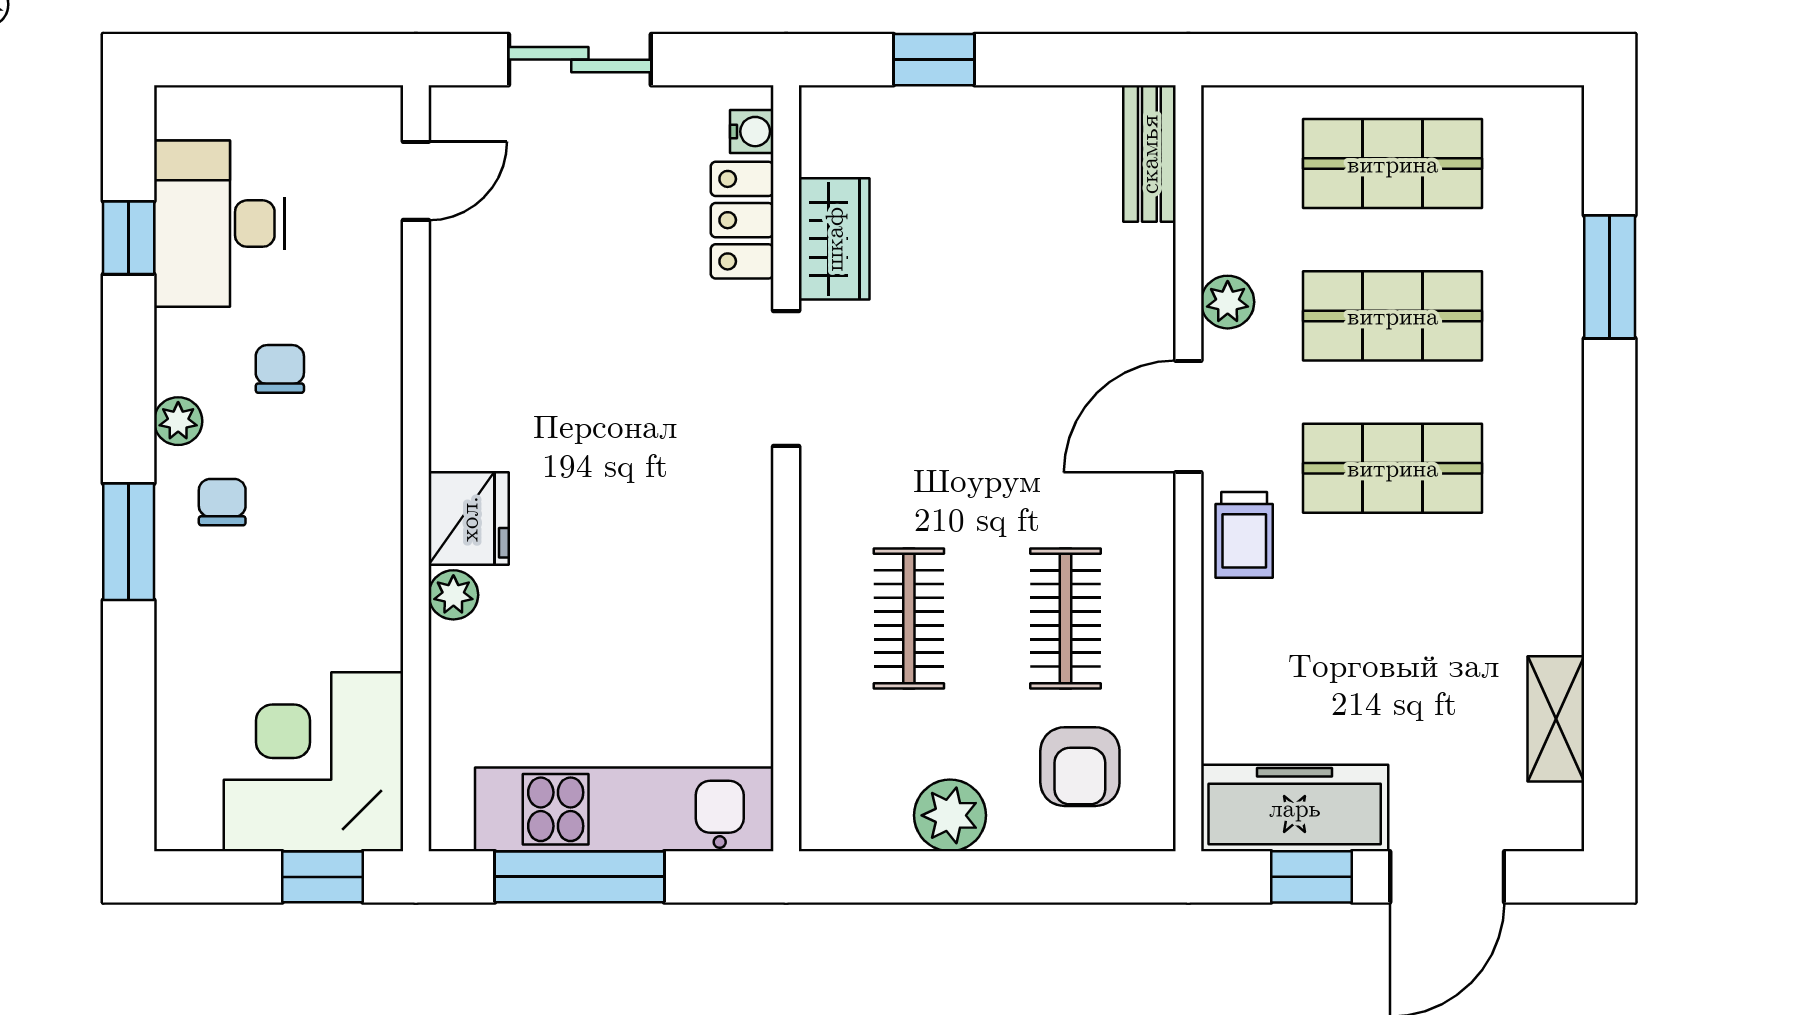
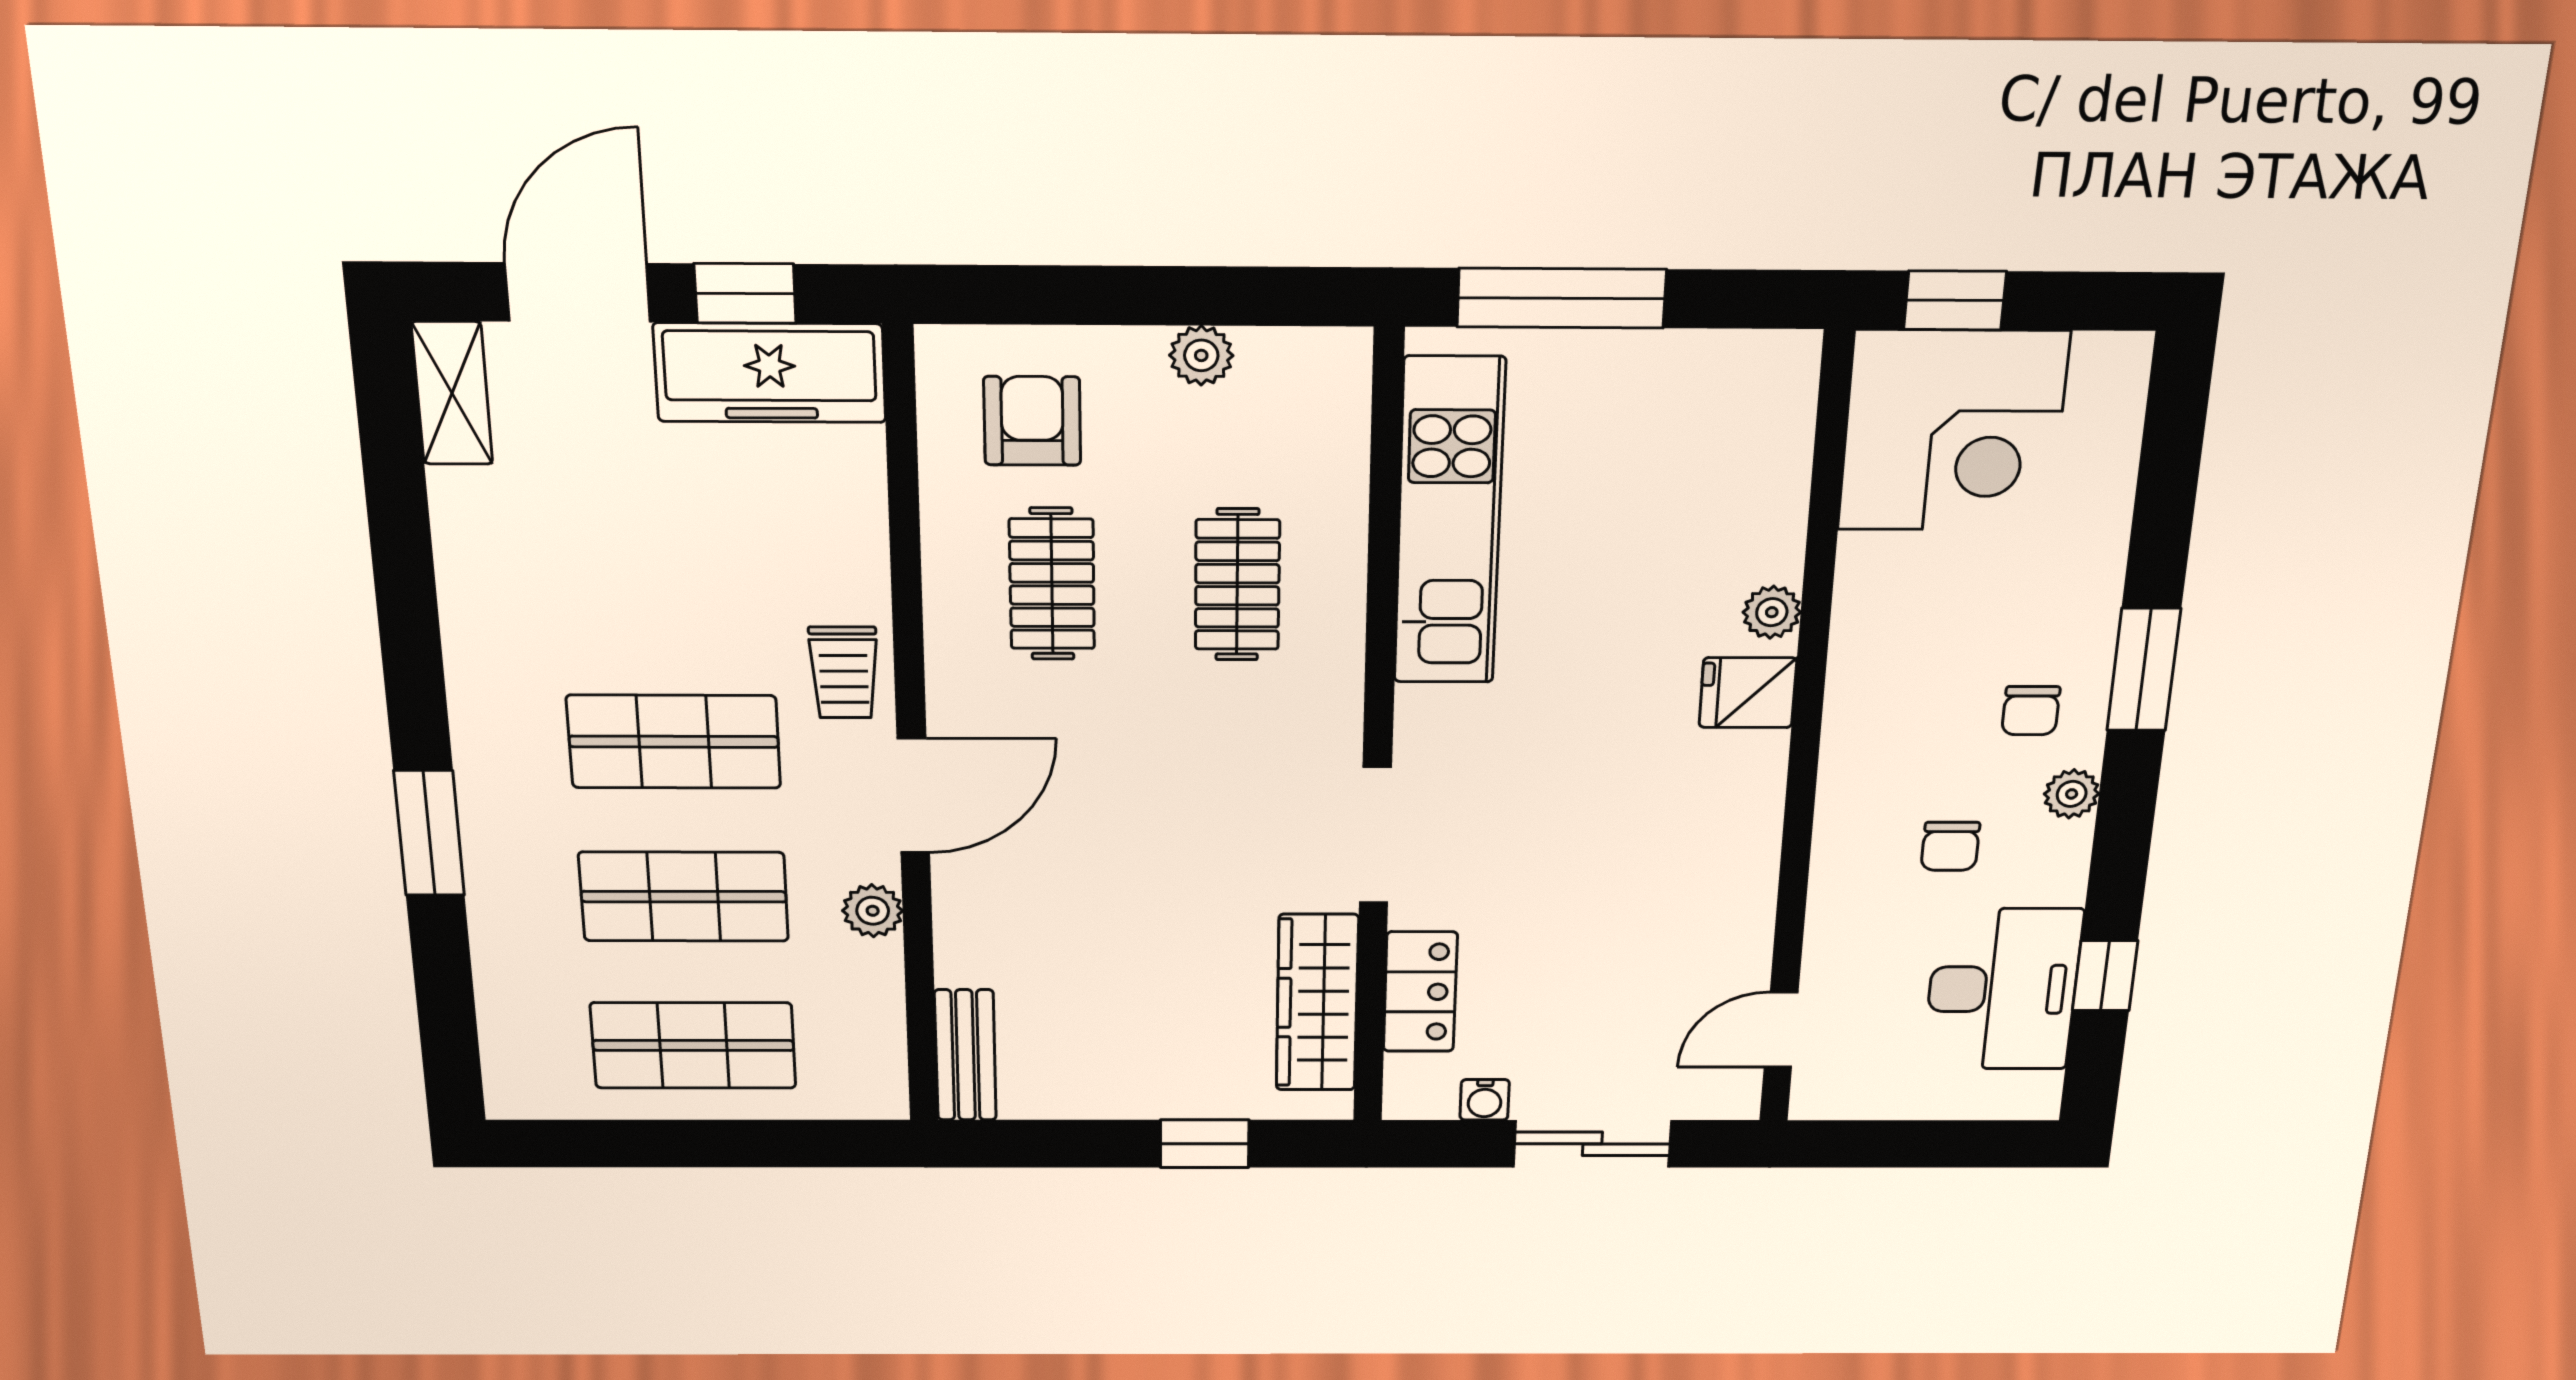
water cooler: (752, 132) -> (1485, 1100), moved, turned -90
wardrobe: (834, 239) -> (1317, 1003), width x1.50
window: (1610, 277) -> (429, 833), moved
fridge: (469, 519) -> (1748, 693), width x0.72
trolley: (1244, 535) -> (844, 672), turned 180
shelving: (1556, 719) -> (452, 393), moved
kitchen unit: (624, 809) -> (1449, 522), moved, turned -90
plant: (950, 815) -> (1201, 355), width x0.73, depth x0.73
window: (579, 877) -> (1562, 298), moved

